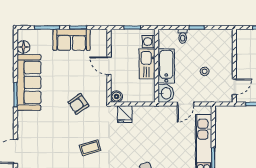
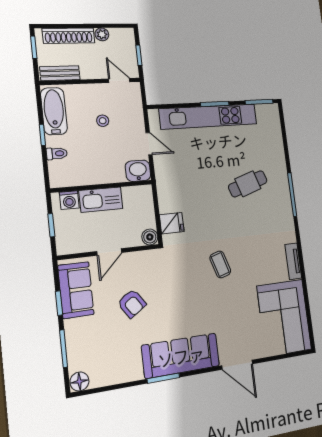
sofa: (72, 40) -> (76, 290), moved
bench: (241, 44) -> (60, 73), added
floor lamp: (23, 47) -> (79, 381), moved
bathtub: (166, 66) -> (54, 111), moved, turned 90
sofa: (29, 82) -> (181, 356), moved
armchair: (78, 104) -> (132, 303), moved

